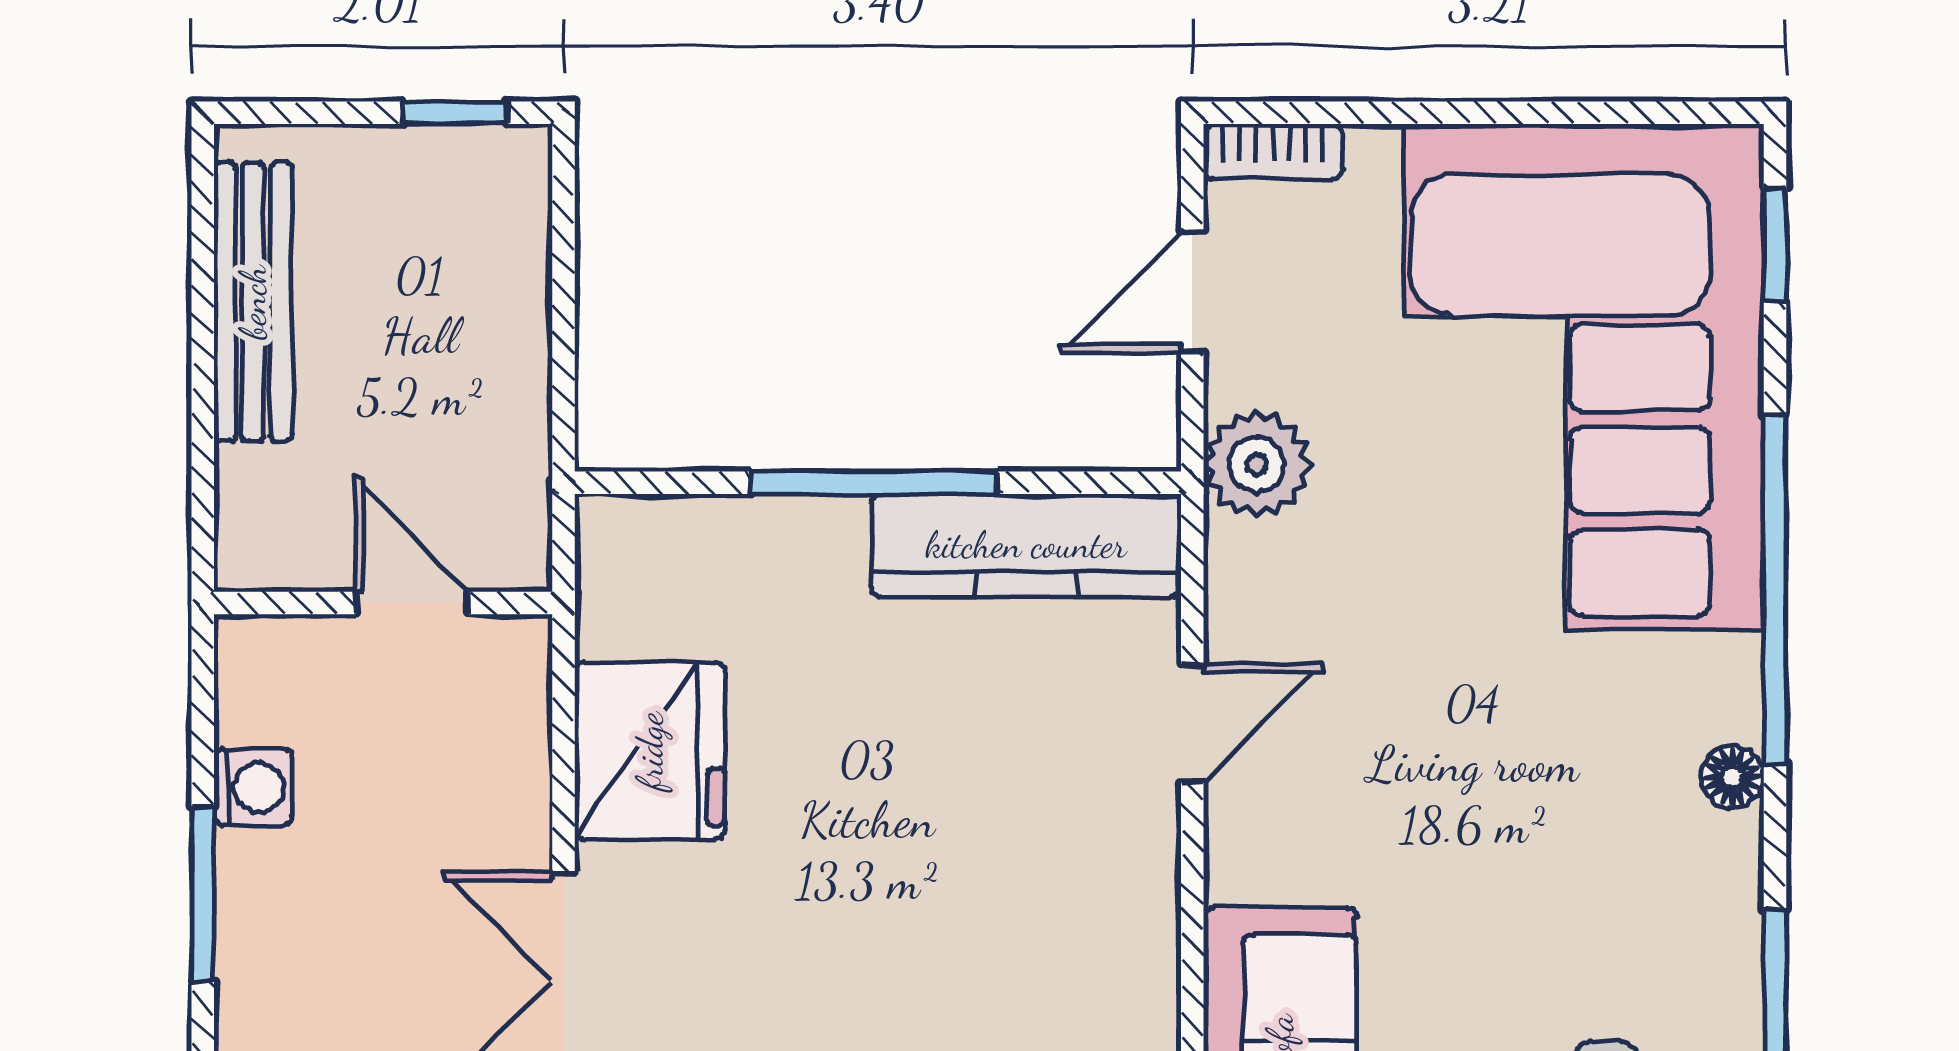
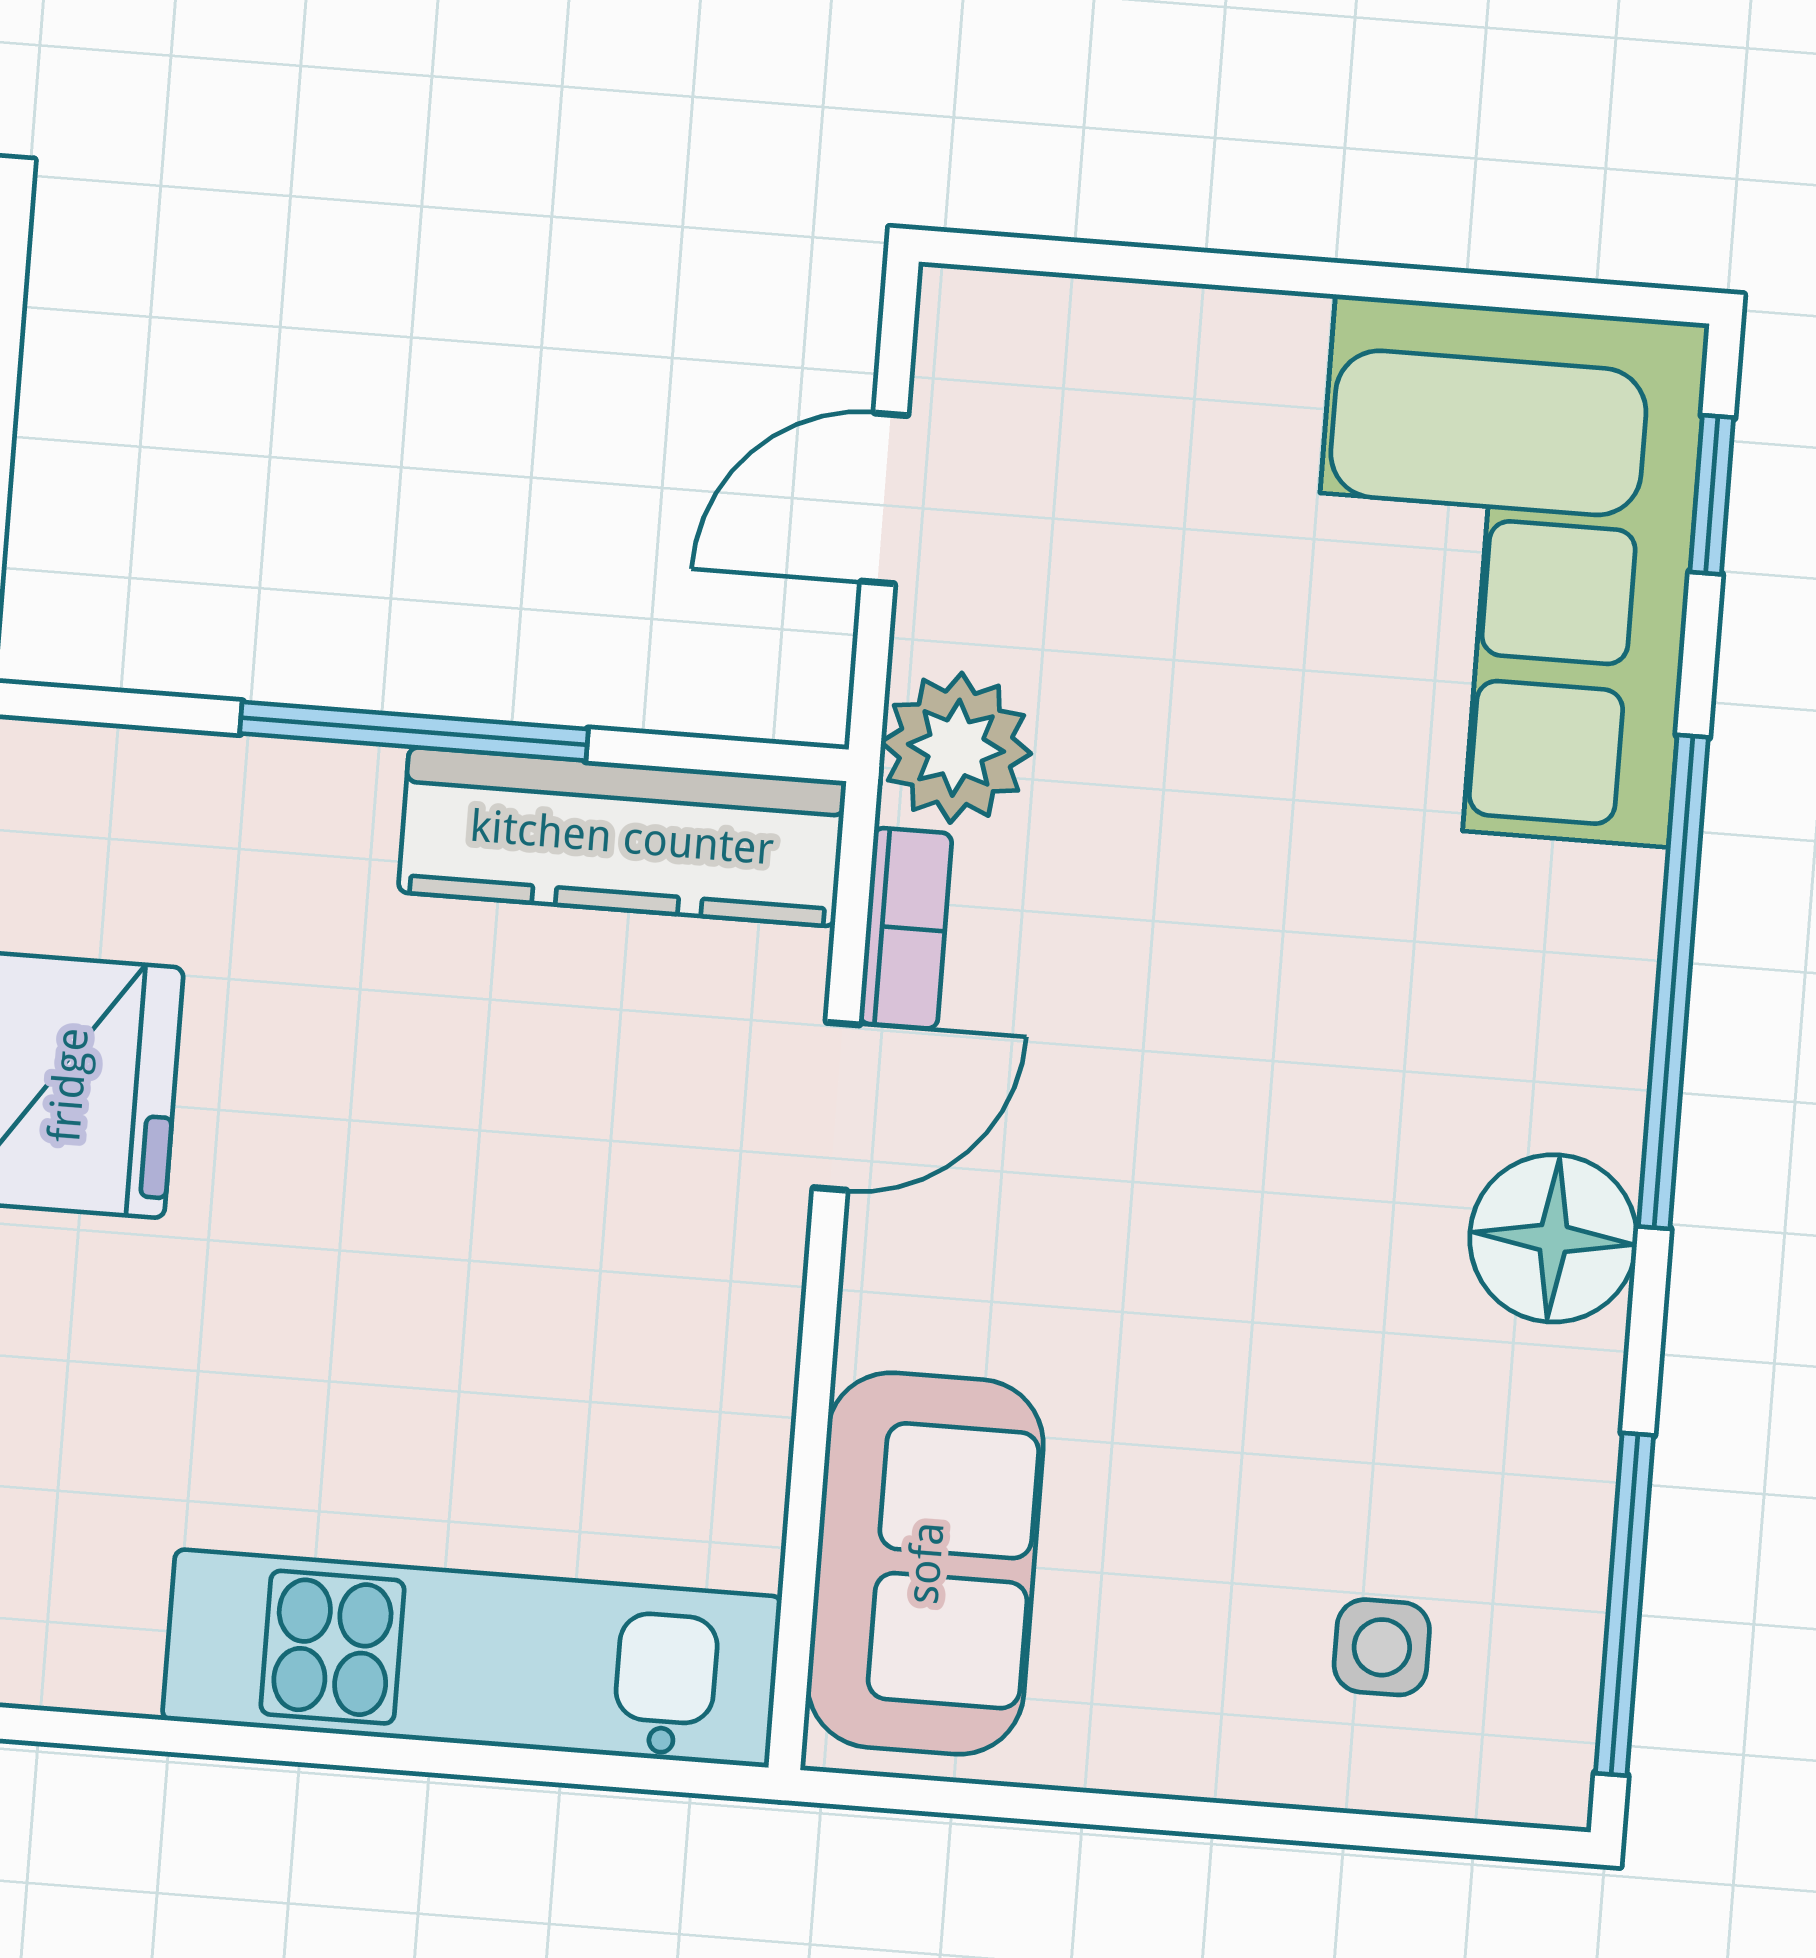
bookcase: (1273, 152) -> (906, 928), moved, turned -90
corner sofa: (1584, 377) -> (1502, 571), width x0.73, depth x0.74
floor lamp: (1732, 777) -> (1553, 1238), width x1.89, depth x1.89

